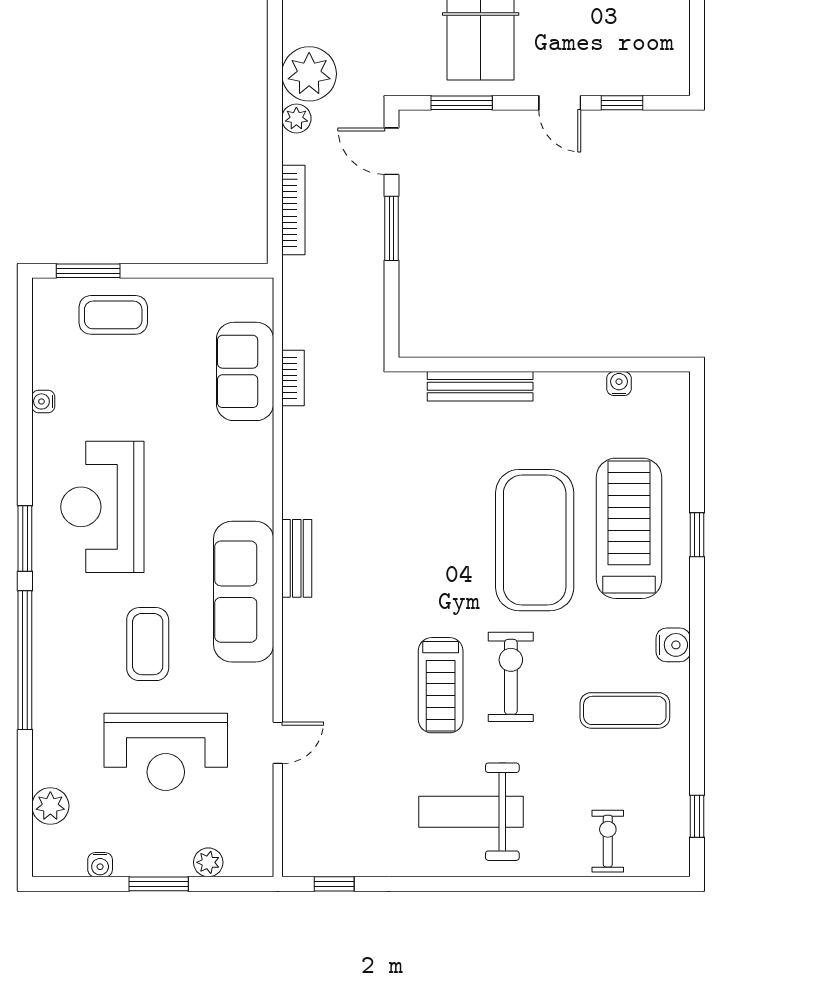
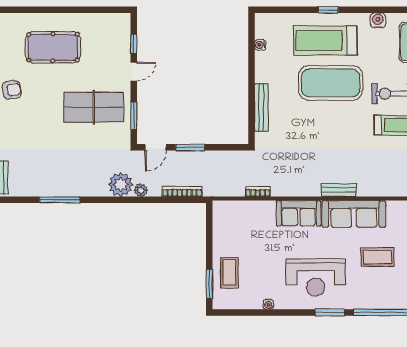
sofa: (245, 371) -> (299, 213), moved

